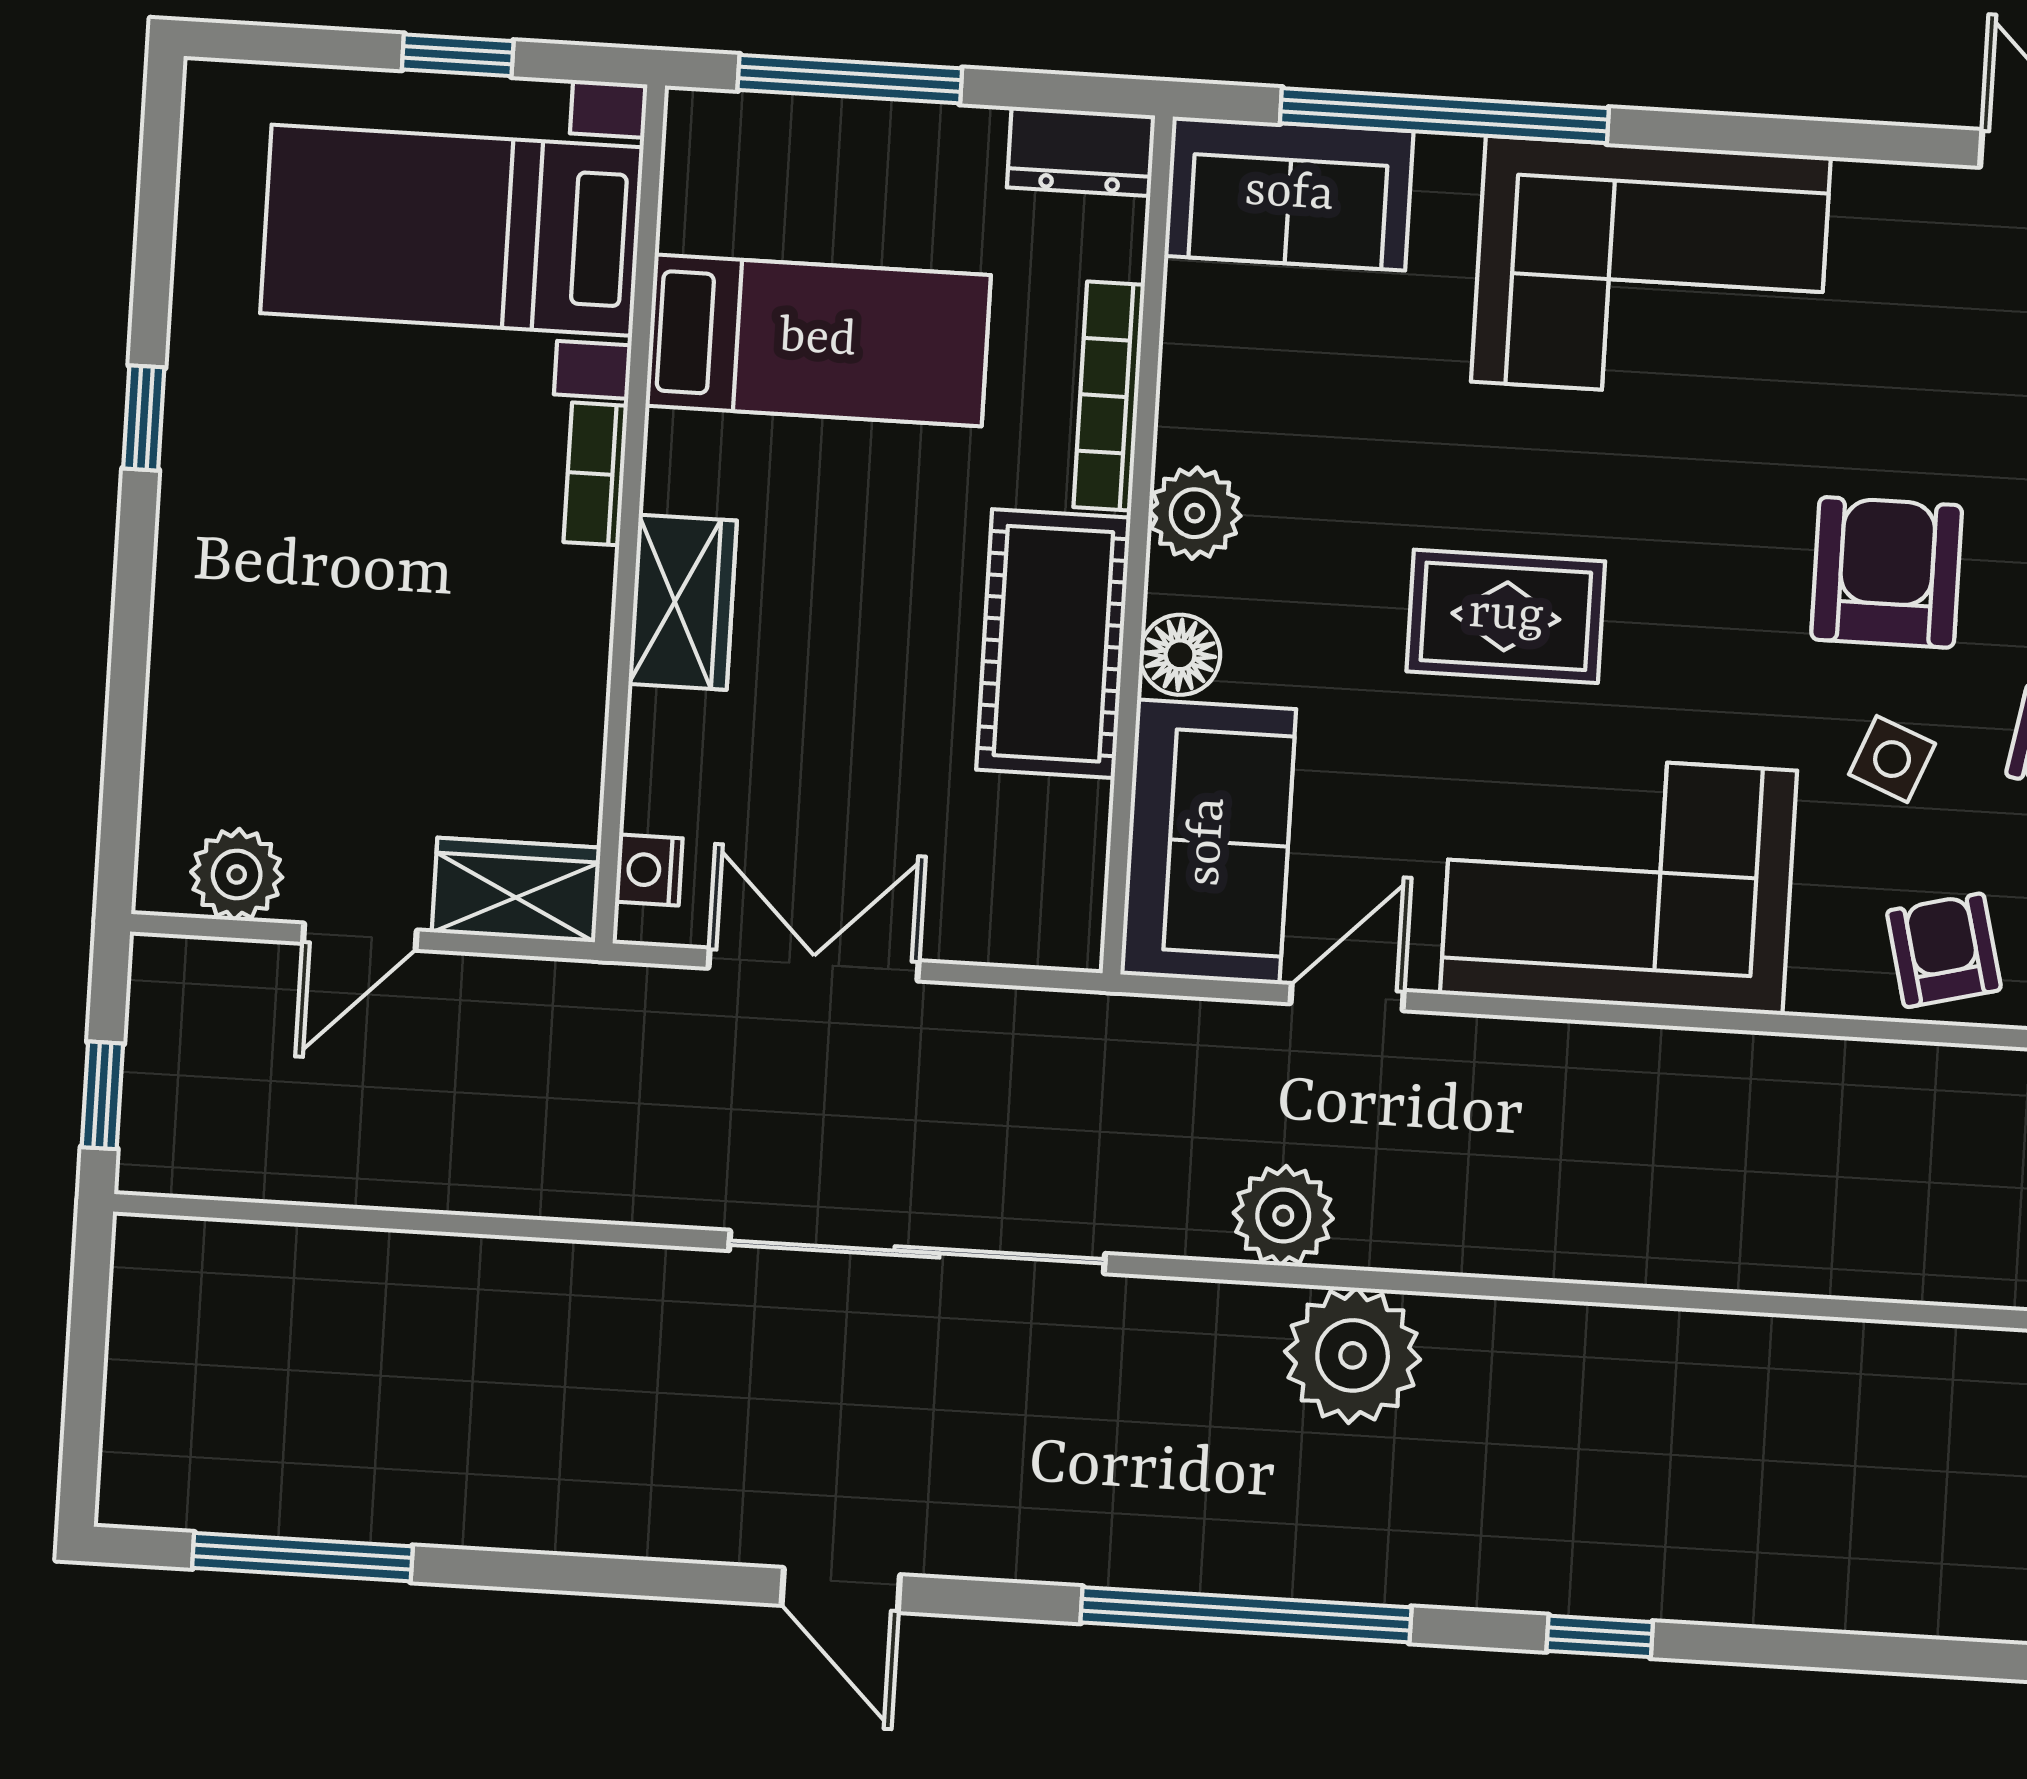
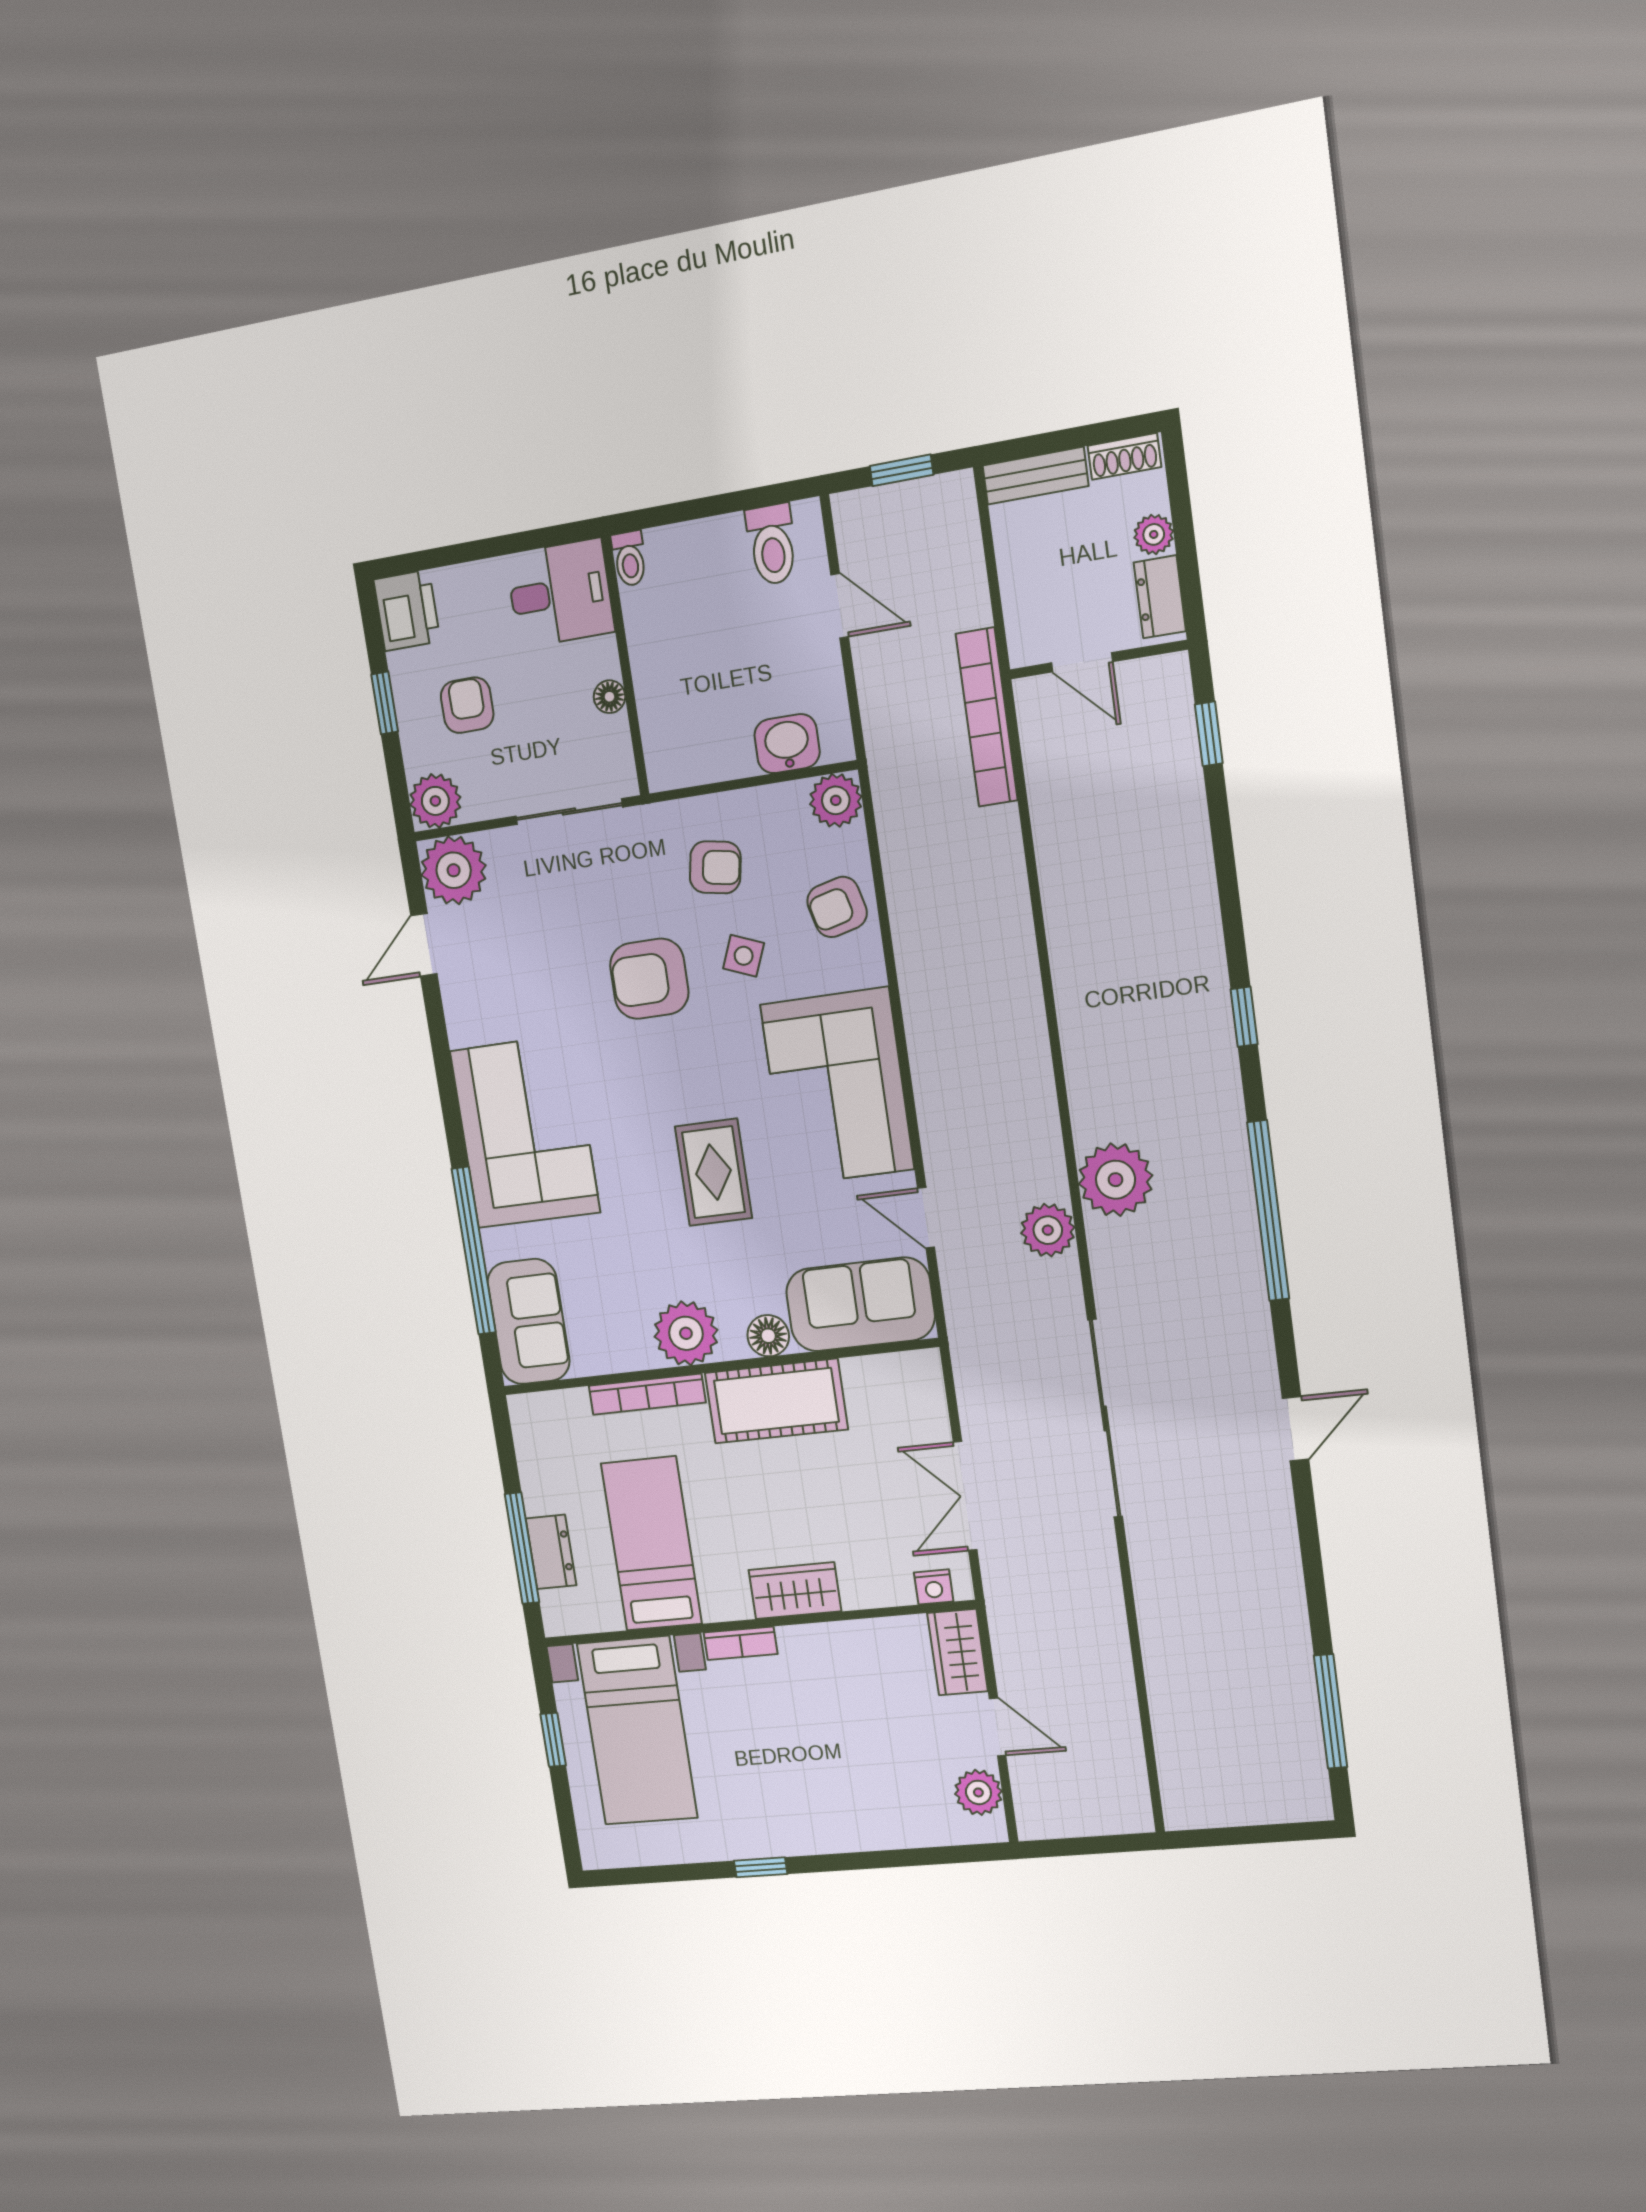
dresser: (1081, 151) -> (551, 1552), moved
plant: (1195, 513) -> (686, 1333), width x1.36, depth x1.36
window: (102, 1095) -> (1105, 1844), removed

